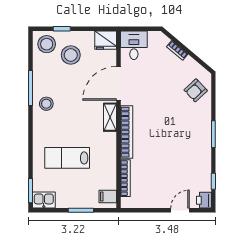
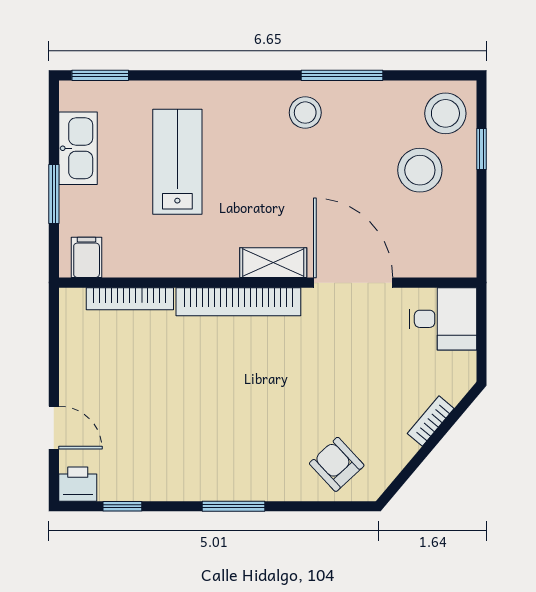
fridge: (106, 40) -> (455, 252), removed
kitchen sink: (44, 200) -> (78, 148), moved, width x1.38

